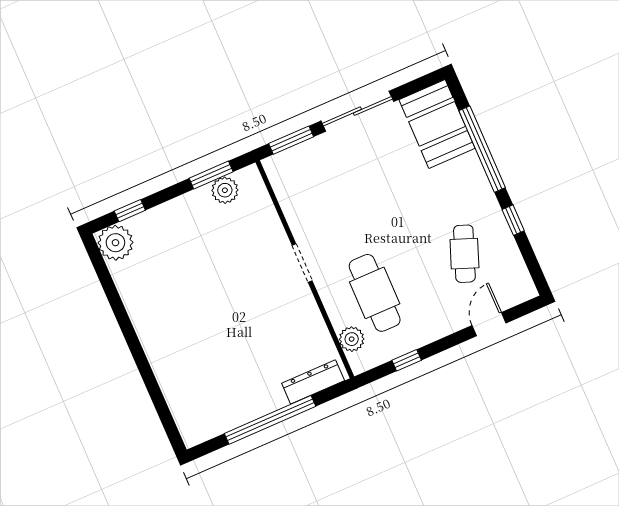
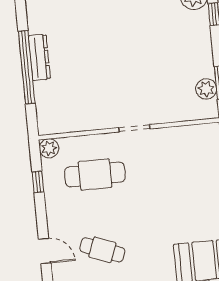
plant: (352, 339) -> (49, 148), moved
dresser: (313, 382) -> (39, 57), moved

